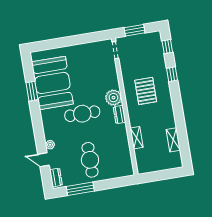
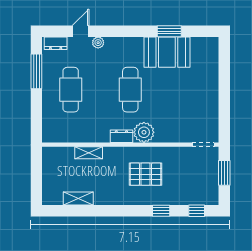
booth: (52, 83) -> (167, 52), width x0.73, depth x0.70
cafe table: (90, 160) -> (71, 90), turned 90

